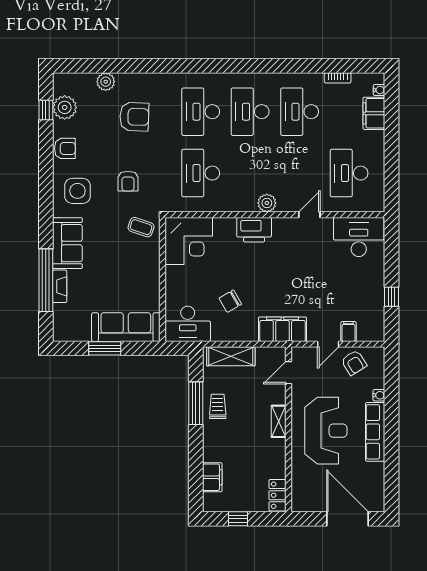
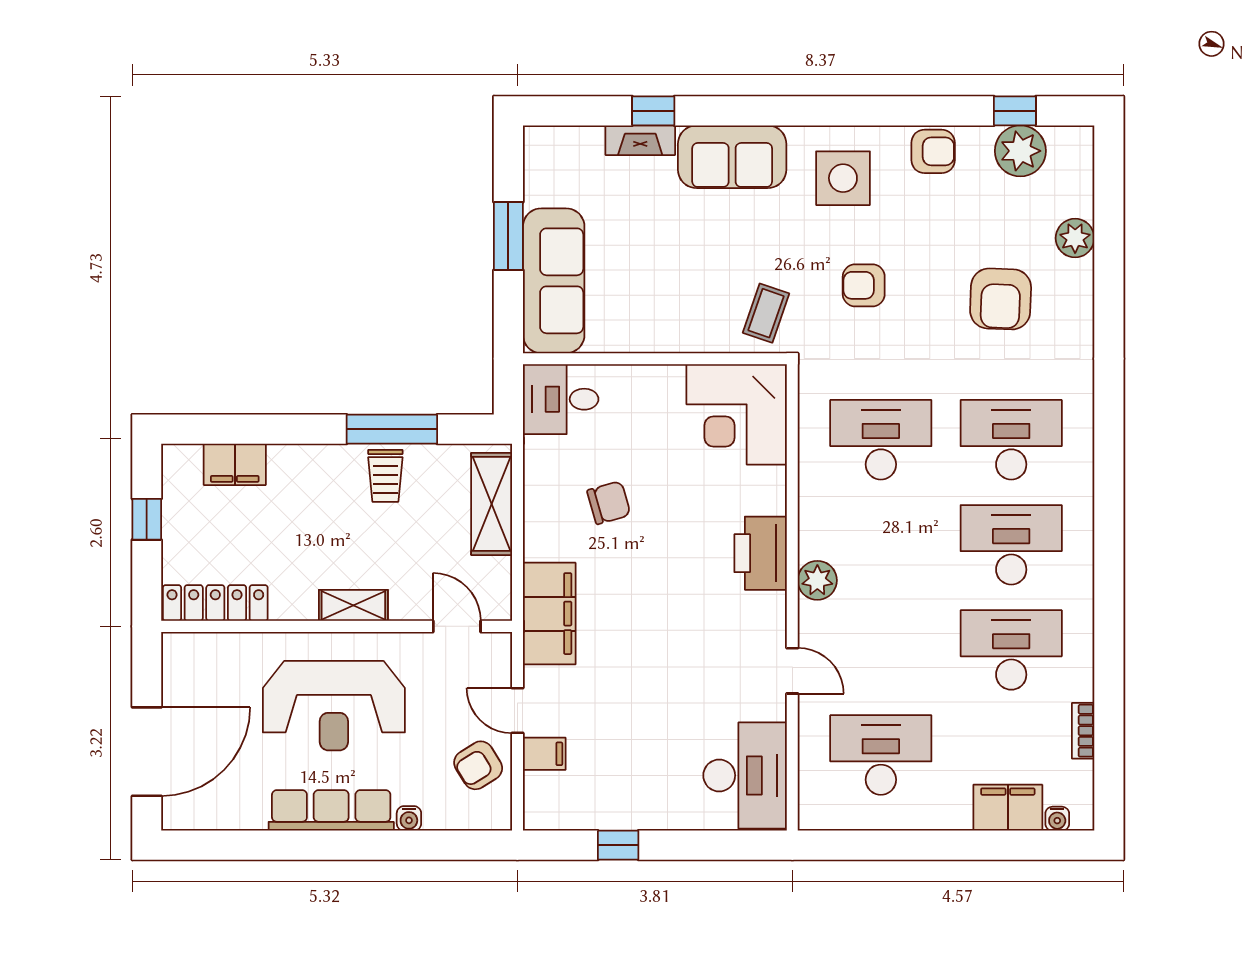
armchair: (65, 148) -> (933, 151), turned -90
window: (46, 280) -> (653, 111), width x0.32
chair: (230, 301) -> (609, 503), turned 104
desk: (188, 324) -> (561, 399), width x0.73
trolley: (218, 406) -> (385, 476), turned 90
locker: (278, 495) -> (215, 603), width x1.53

